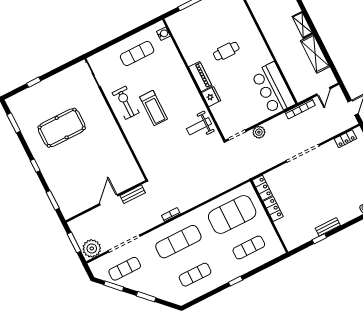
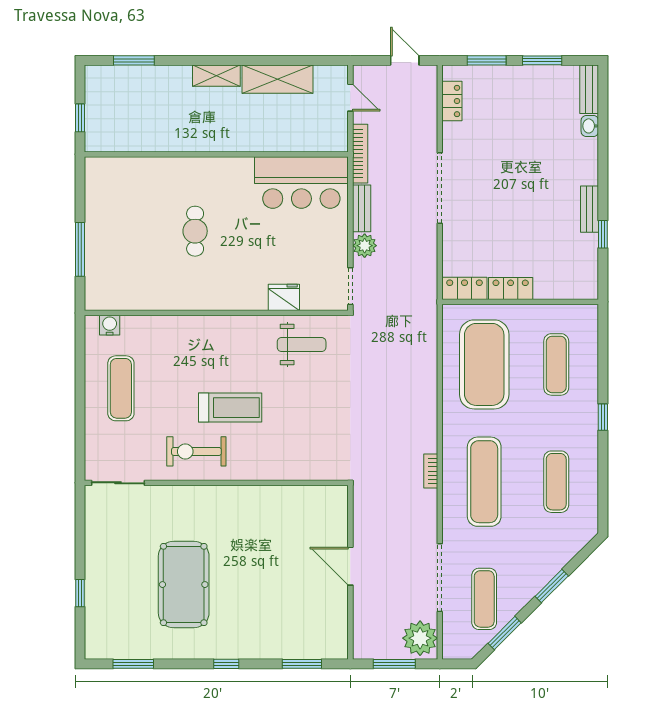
piano: (200, 77) -> (217, 299), removed
fridge: (211, 97) -> (284, 297), moved
weight bench: (199, 126) -> (302, 345), turned -90
bench: (133, 194) -> (362, 208), moved

